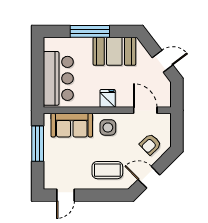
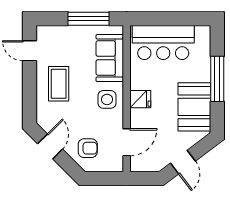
armchair: (150, 144) -> (88, 148), turned 134
coffee table: (107, 170) -> (59, 84), moved

